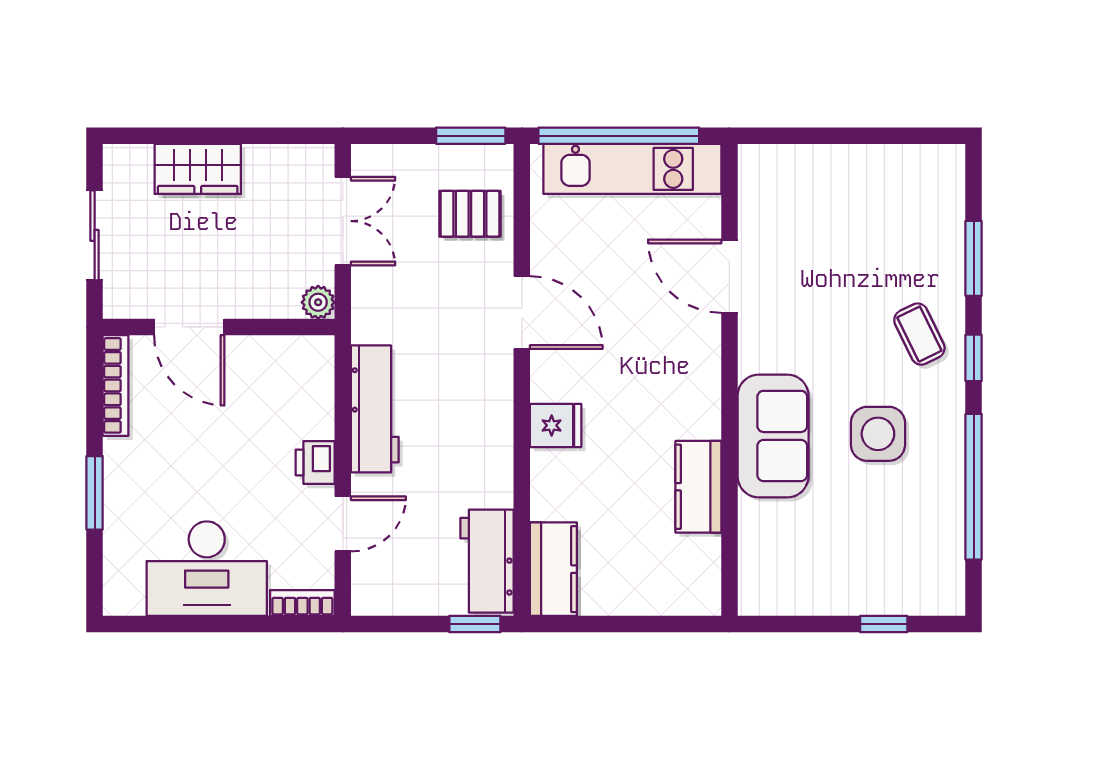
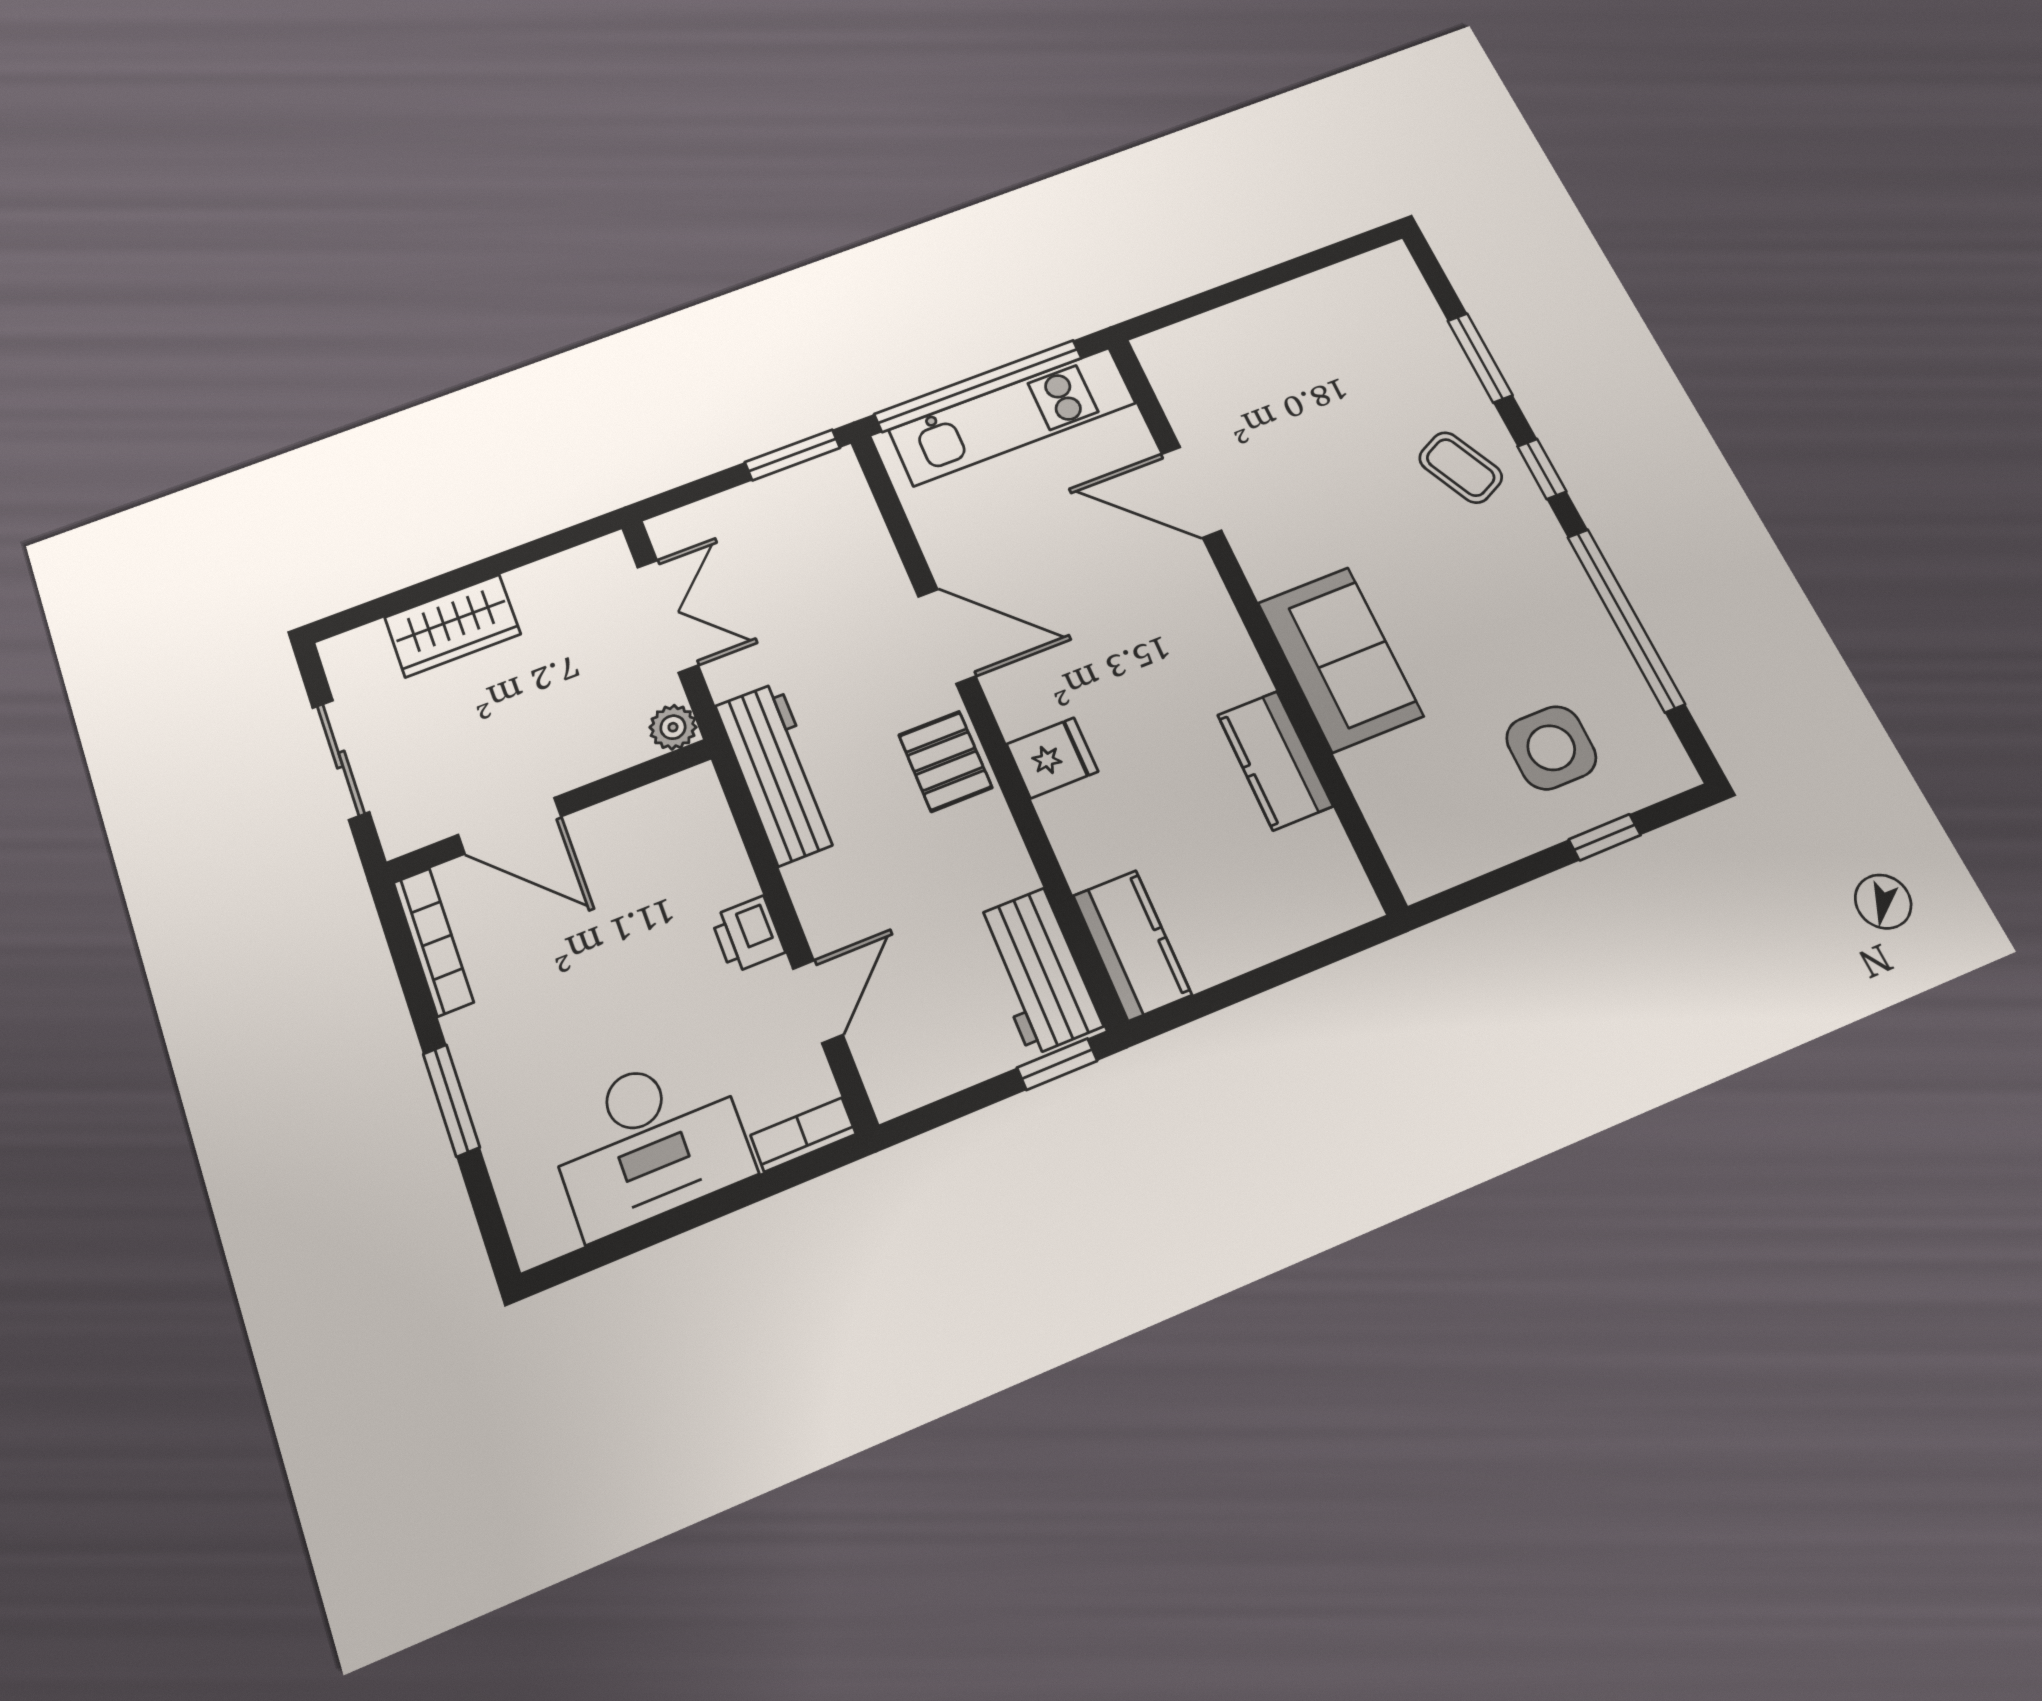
pallet: (470, 214) -> (945, 761), moved, turned 90
workbench: (375, 409) -> (778, 773), moved
side table: (878, 434) -> (1551, 748), moved

